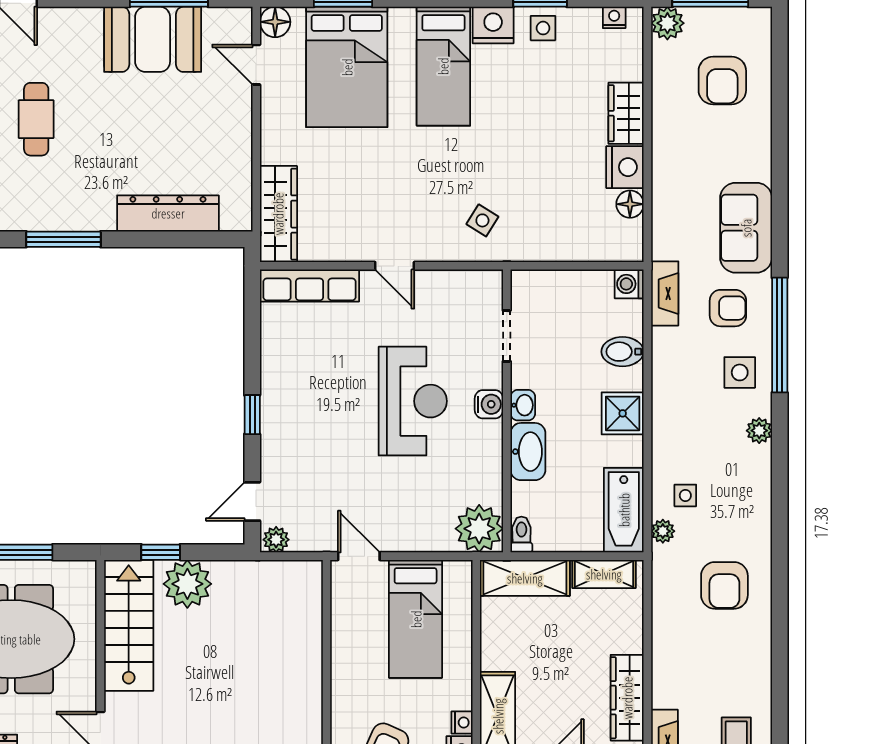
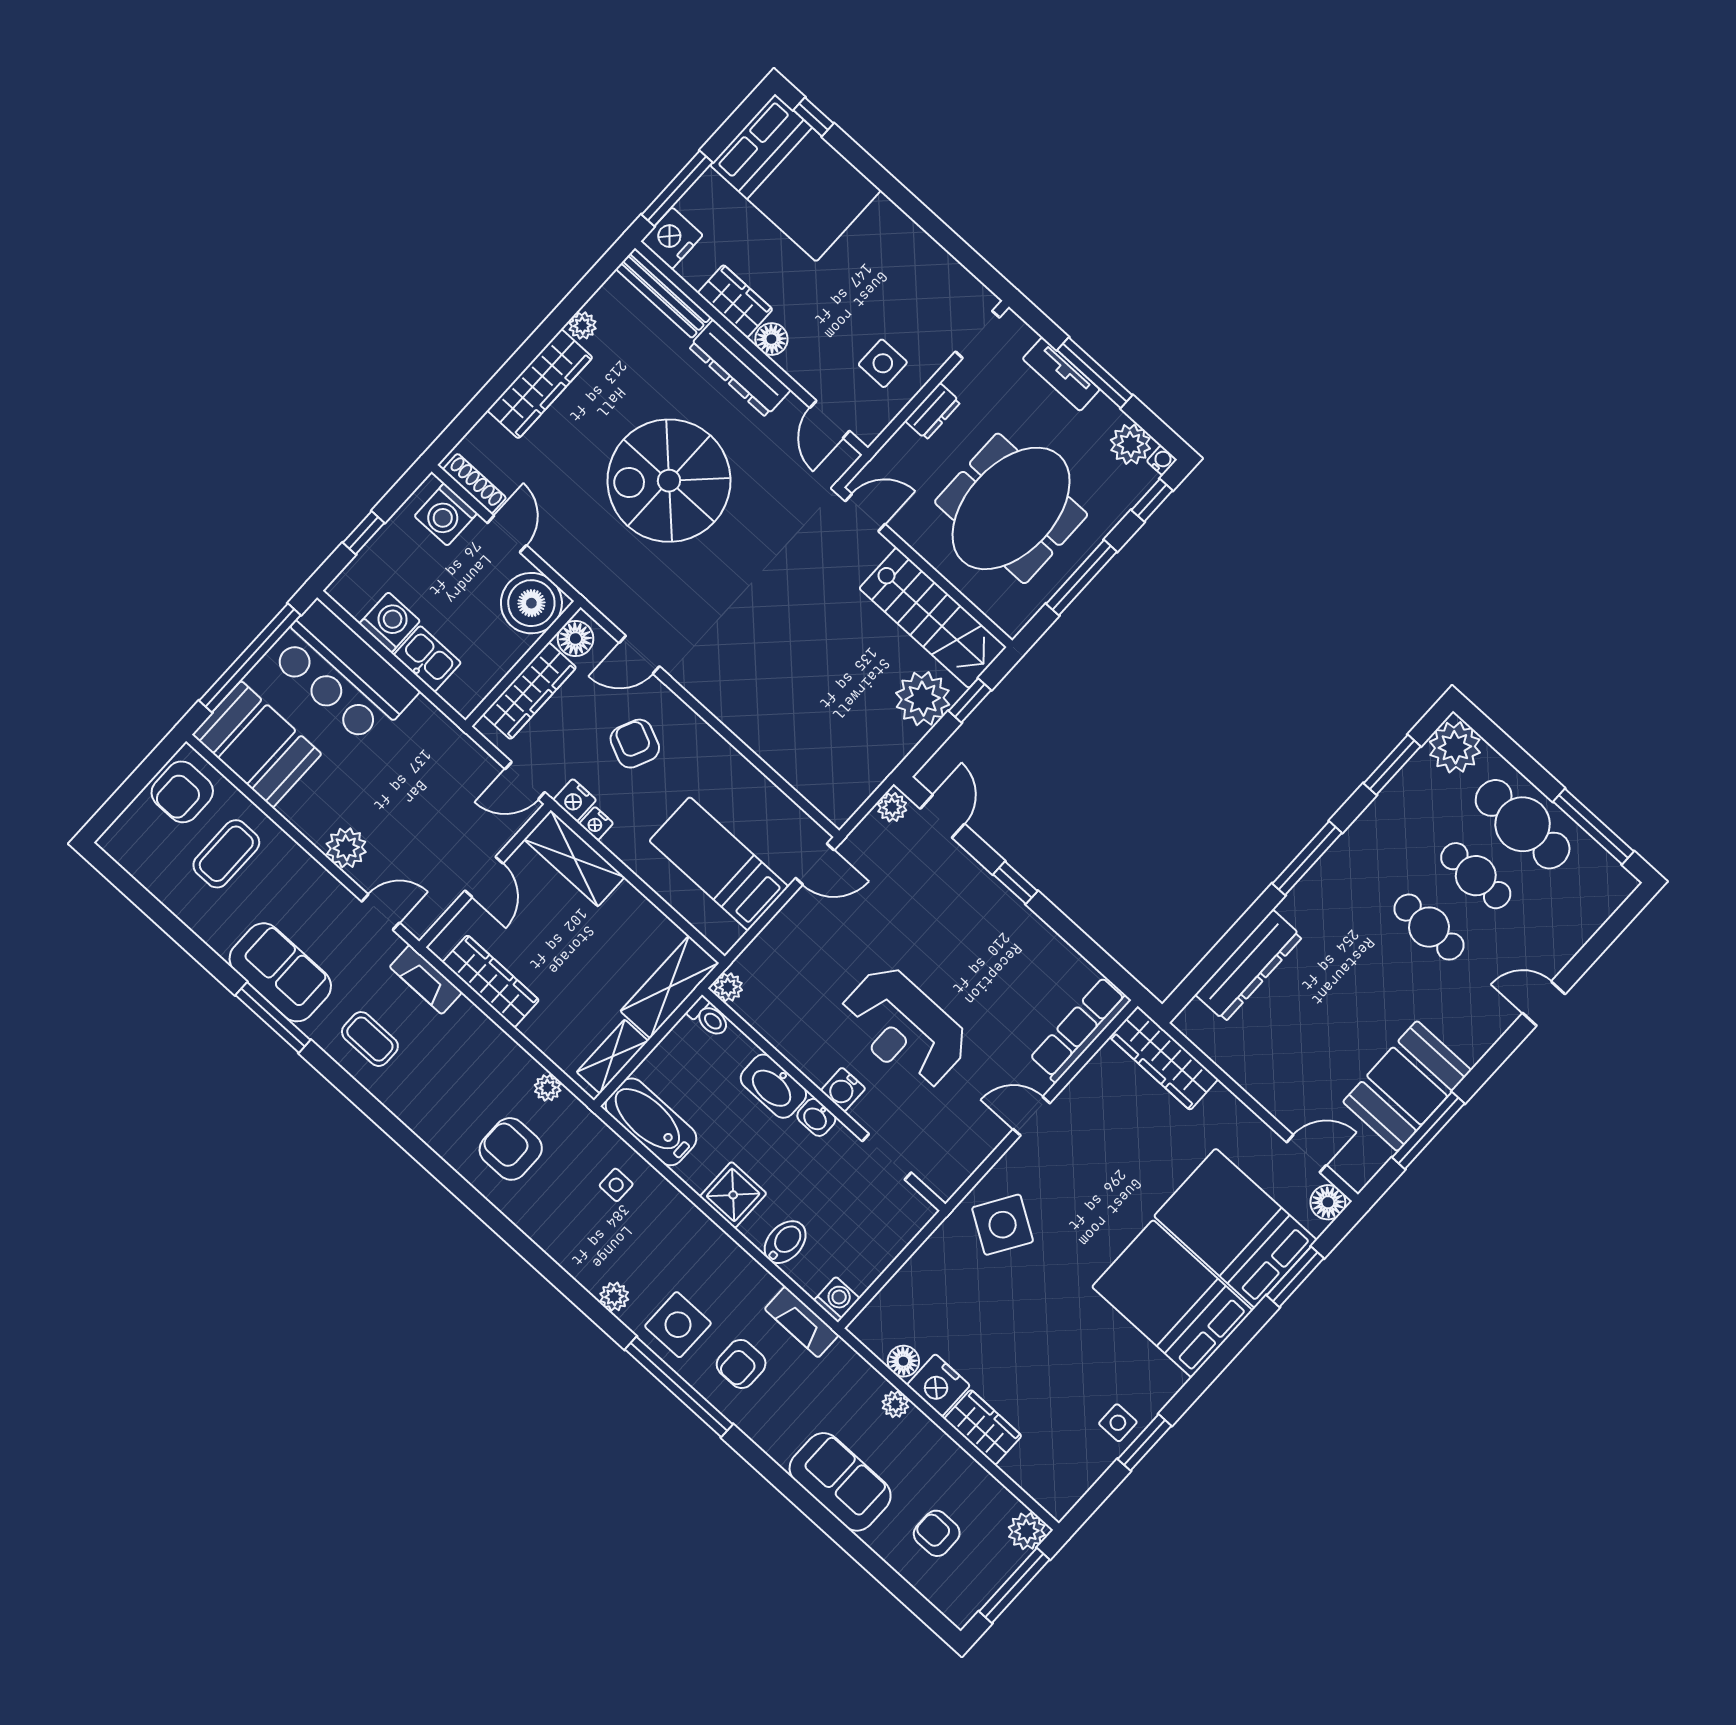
nightstand: (614, 17) -> (1072, 1491), removed
nightstand: (493, 25) -> (1159, 1383), removed
bed: (443, 66) -> (1172, 1299), width x1.50
armchair: (722, 81) -> (937, 1533), width x0.72, depth x0.72
plant: (663, 184) -> (895, 1404), added
side table: (482, 220) -> (1003, 1225), width x1.87, depth x1.87
sofa: (746, 228) -> (840, 1482), moved
side table: (740, 372) -> (678, 1325), width x1.37, depth x1.37
plant: (479, 529) -> (728, 987), width x0.53, depth x0.53
plant: (663, 531) -> (548, 1088), moved

